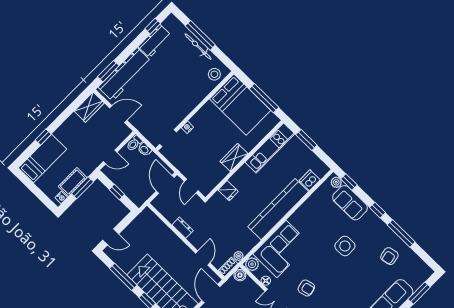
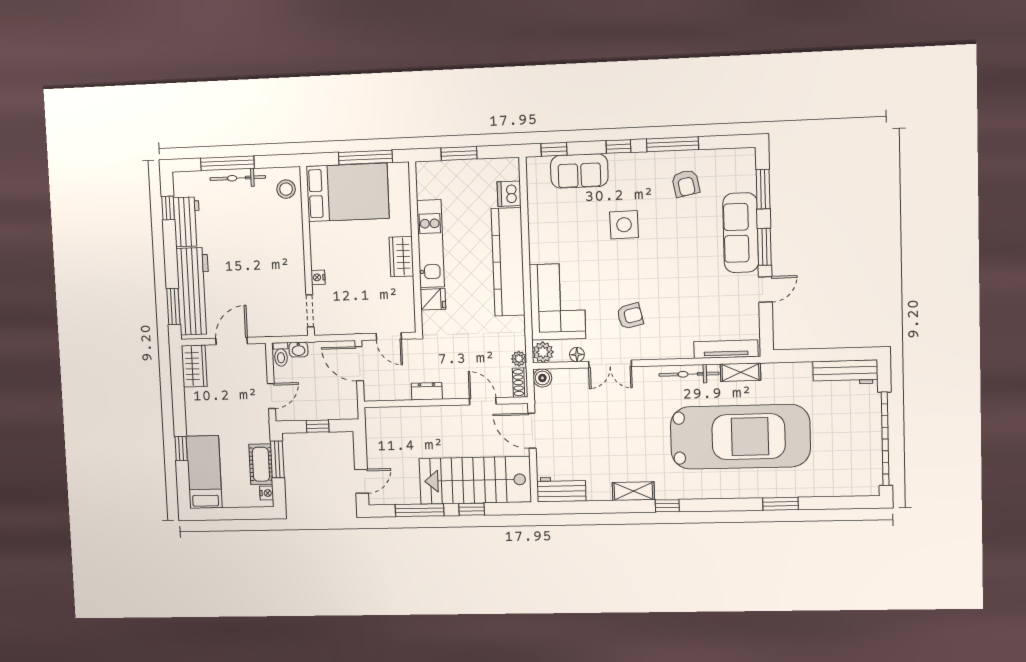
kitchen unit: (270, 148) -> (430, 244), moved
plant: (336, 182) -> (540, 165), removed

